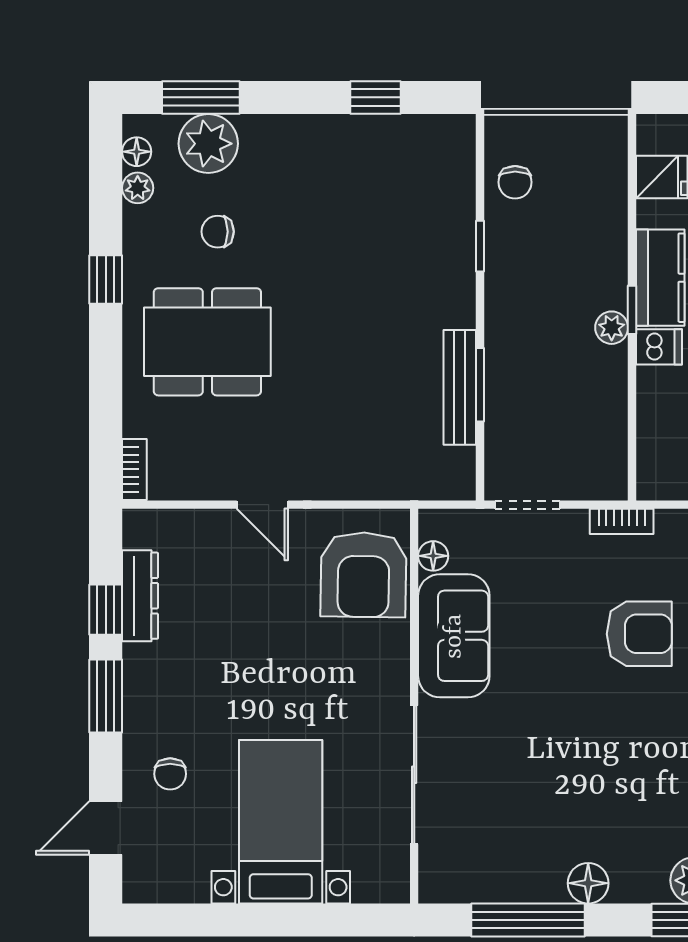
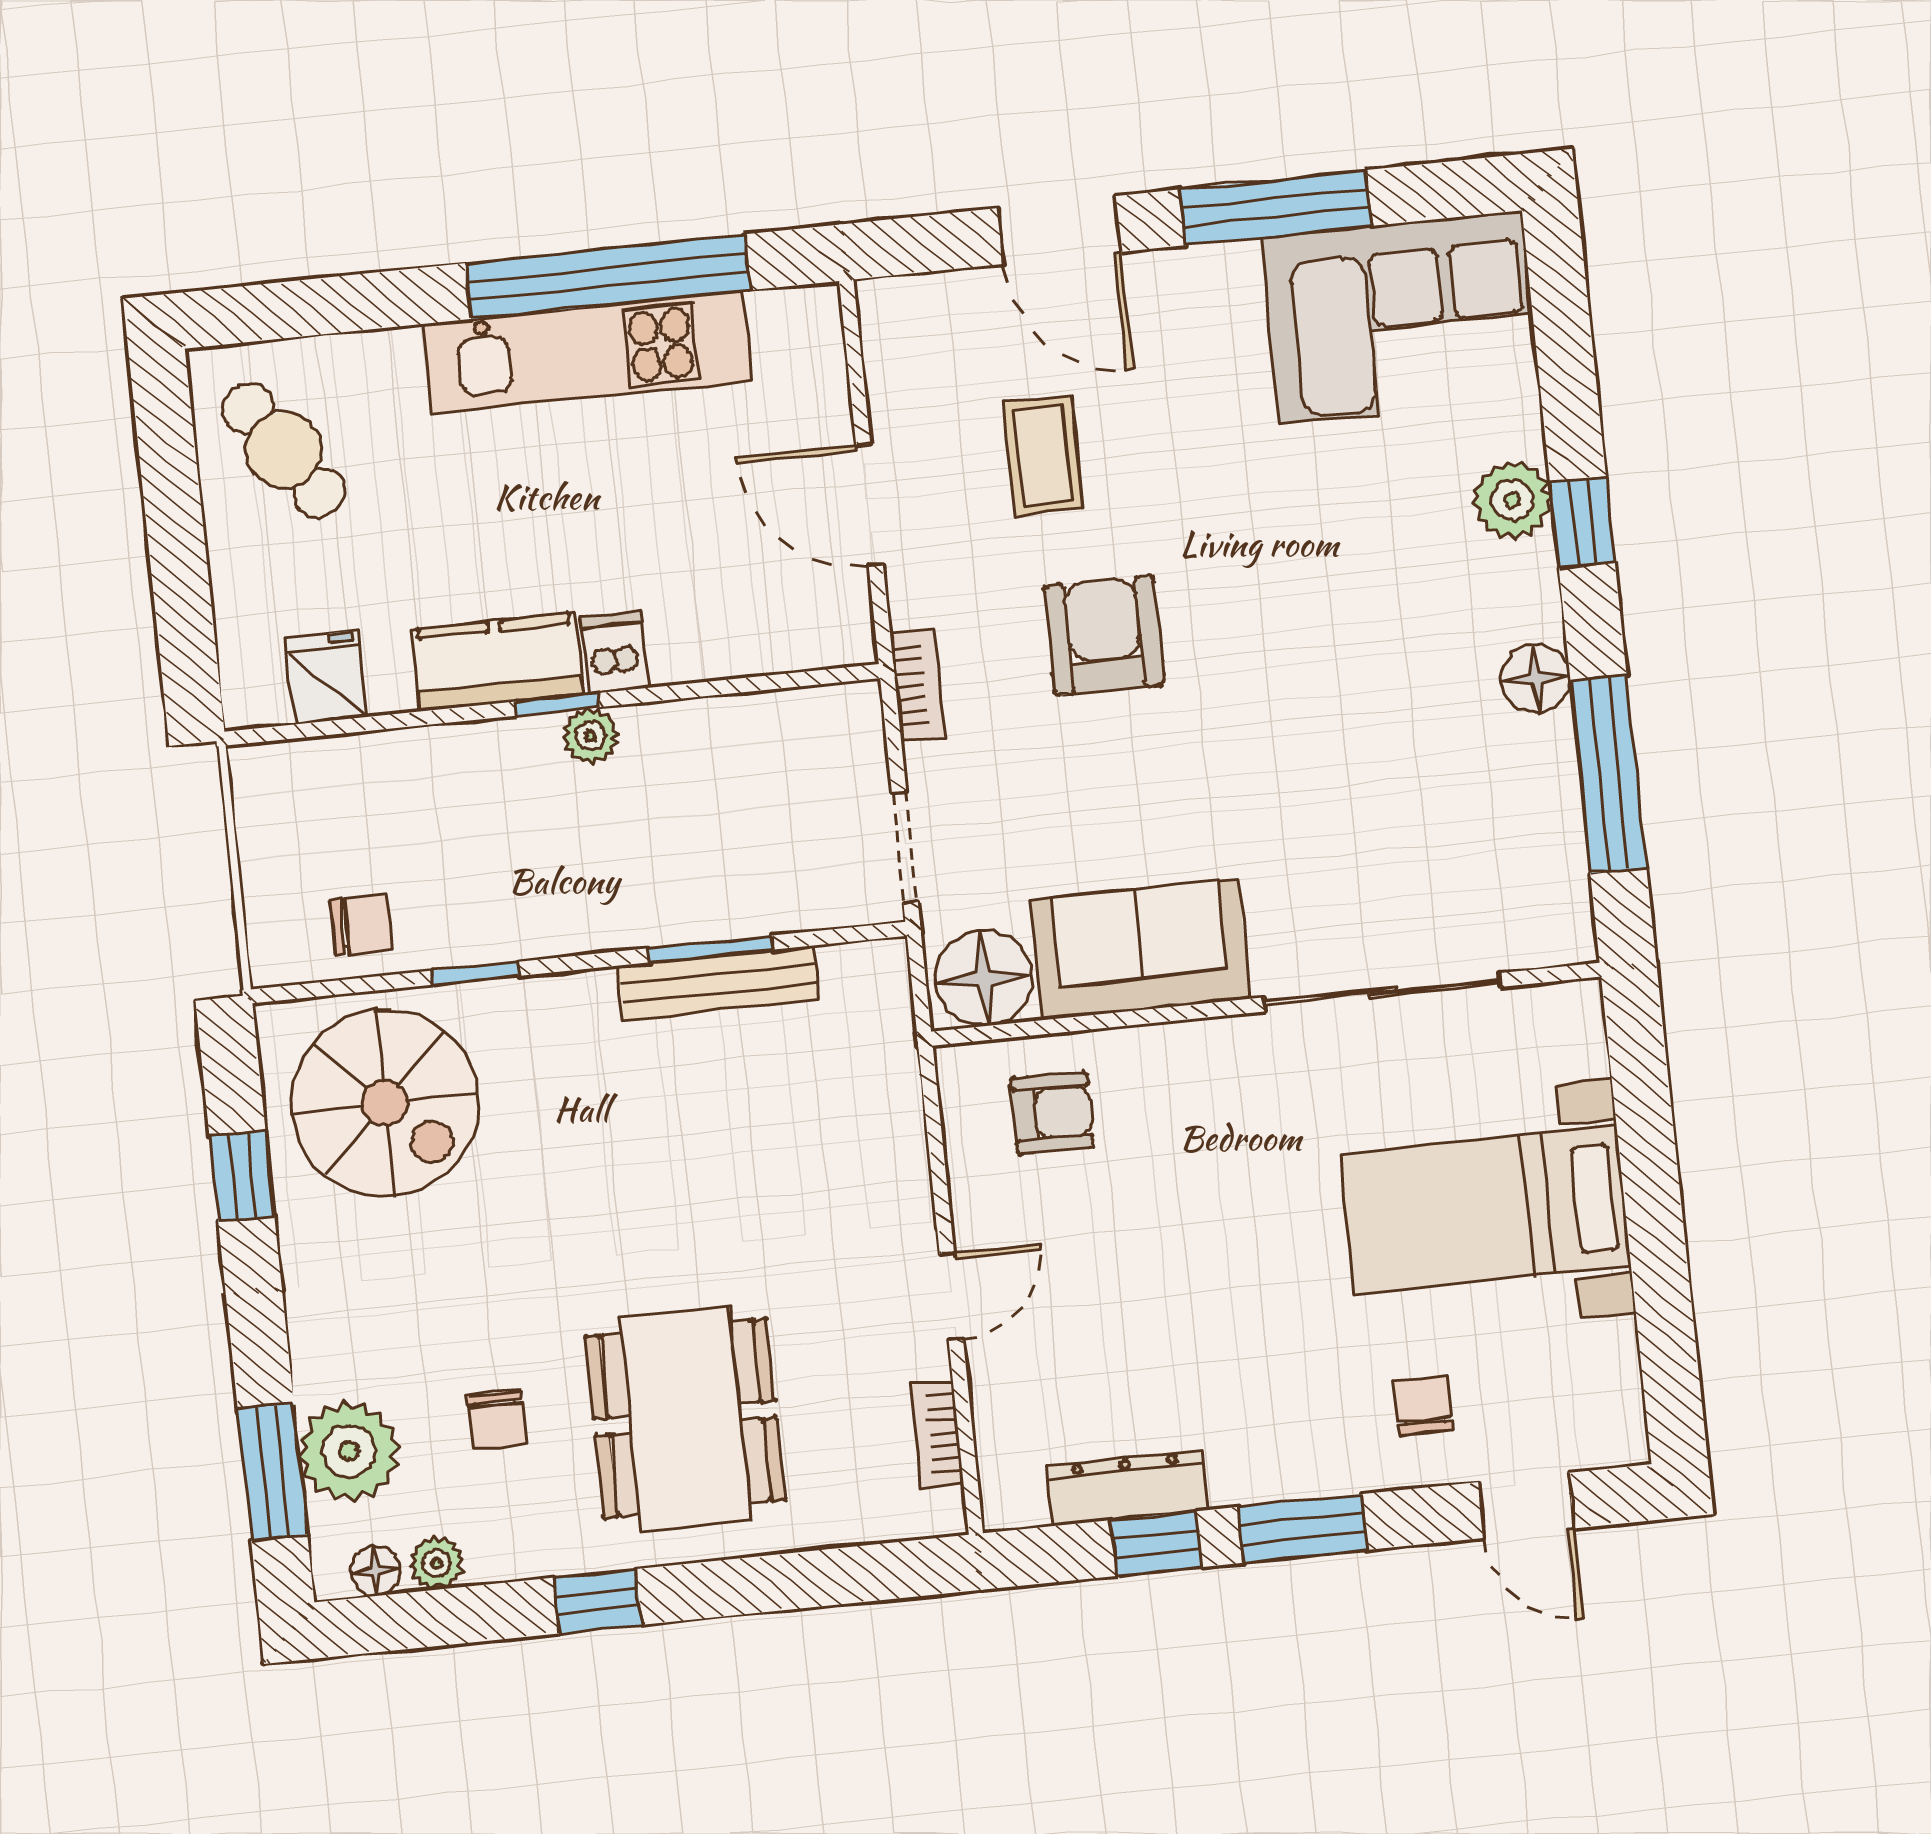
spiral stairs: (410, 185) -> (385, 1103), added
bookcase: (134, 469) -> (938, 1434), moved, turned -90
floor lamp: (433, 556) -> (984, 978), width x1.89, depth x1.89
armchair: (364, 575) -> (1052, 1113), width x0.53, depth x0.53
chair: (170, 774) -> (1423, 1406), turned -90

